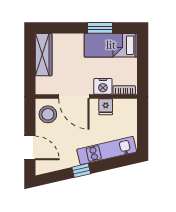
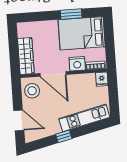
bed: (111, 45) -> (82, 33), width x1.50
wardrobe: (44, 55) -> (26, 56), moved
fridge: (106, 107) -> (102, 79), moved

